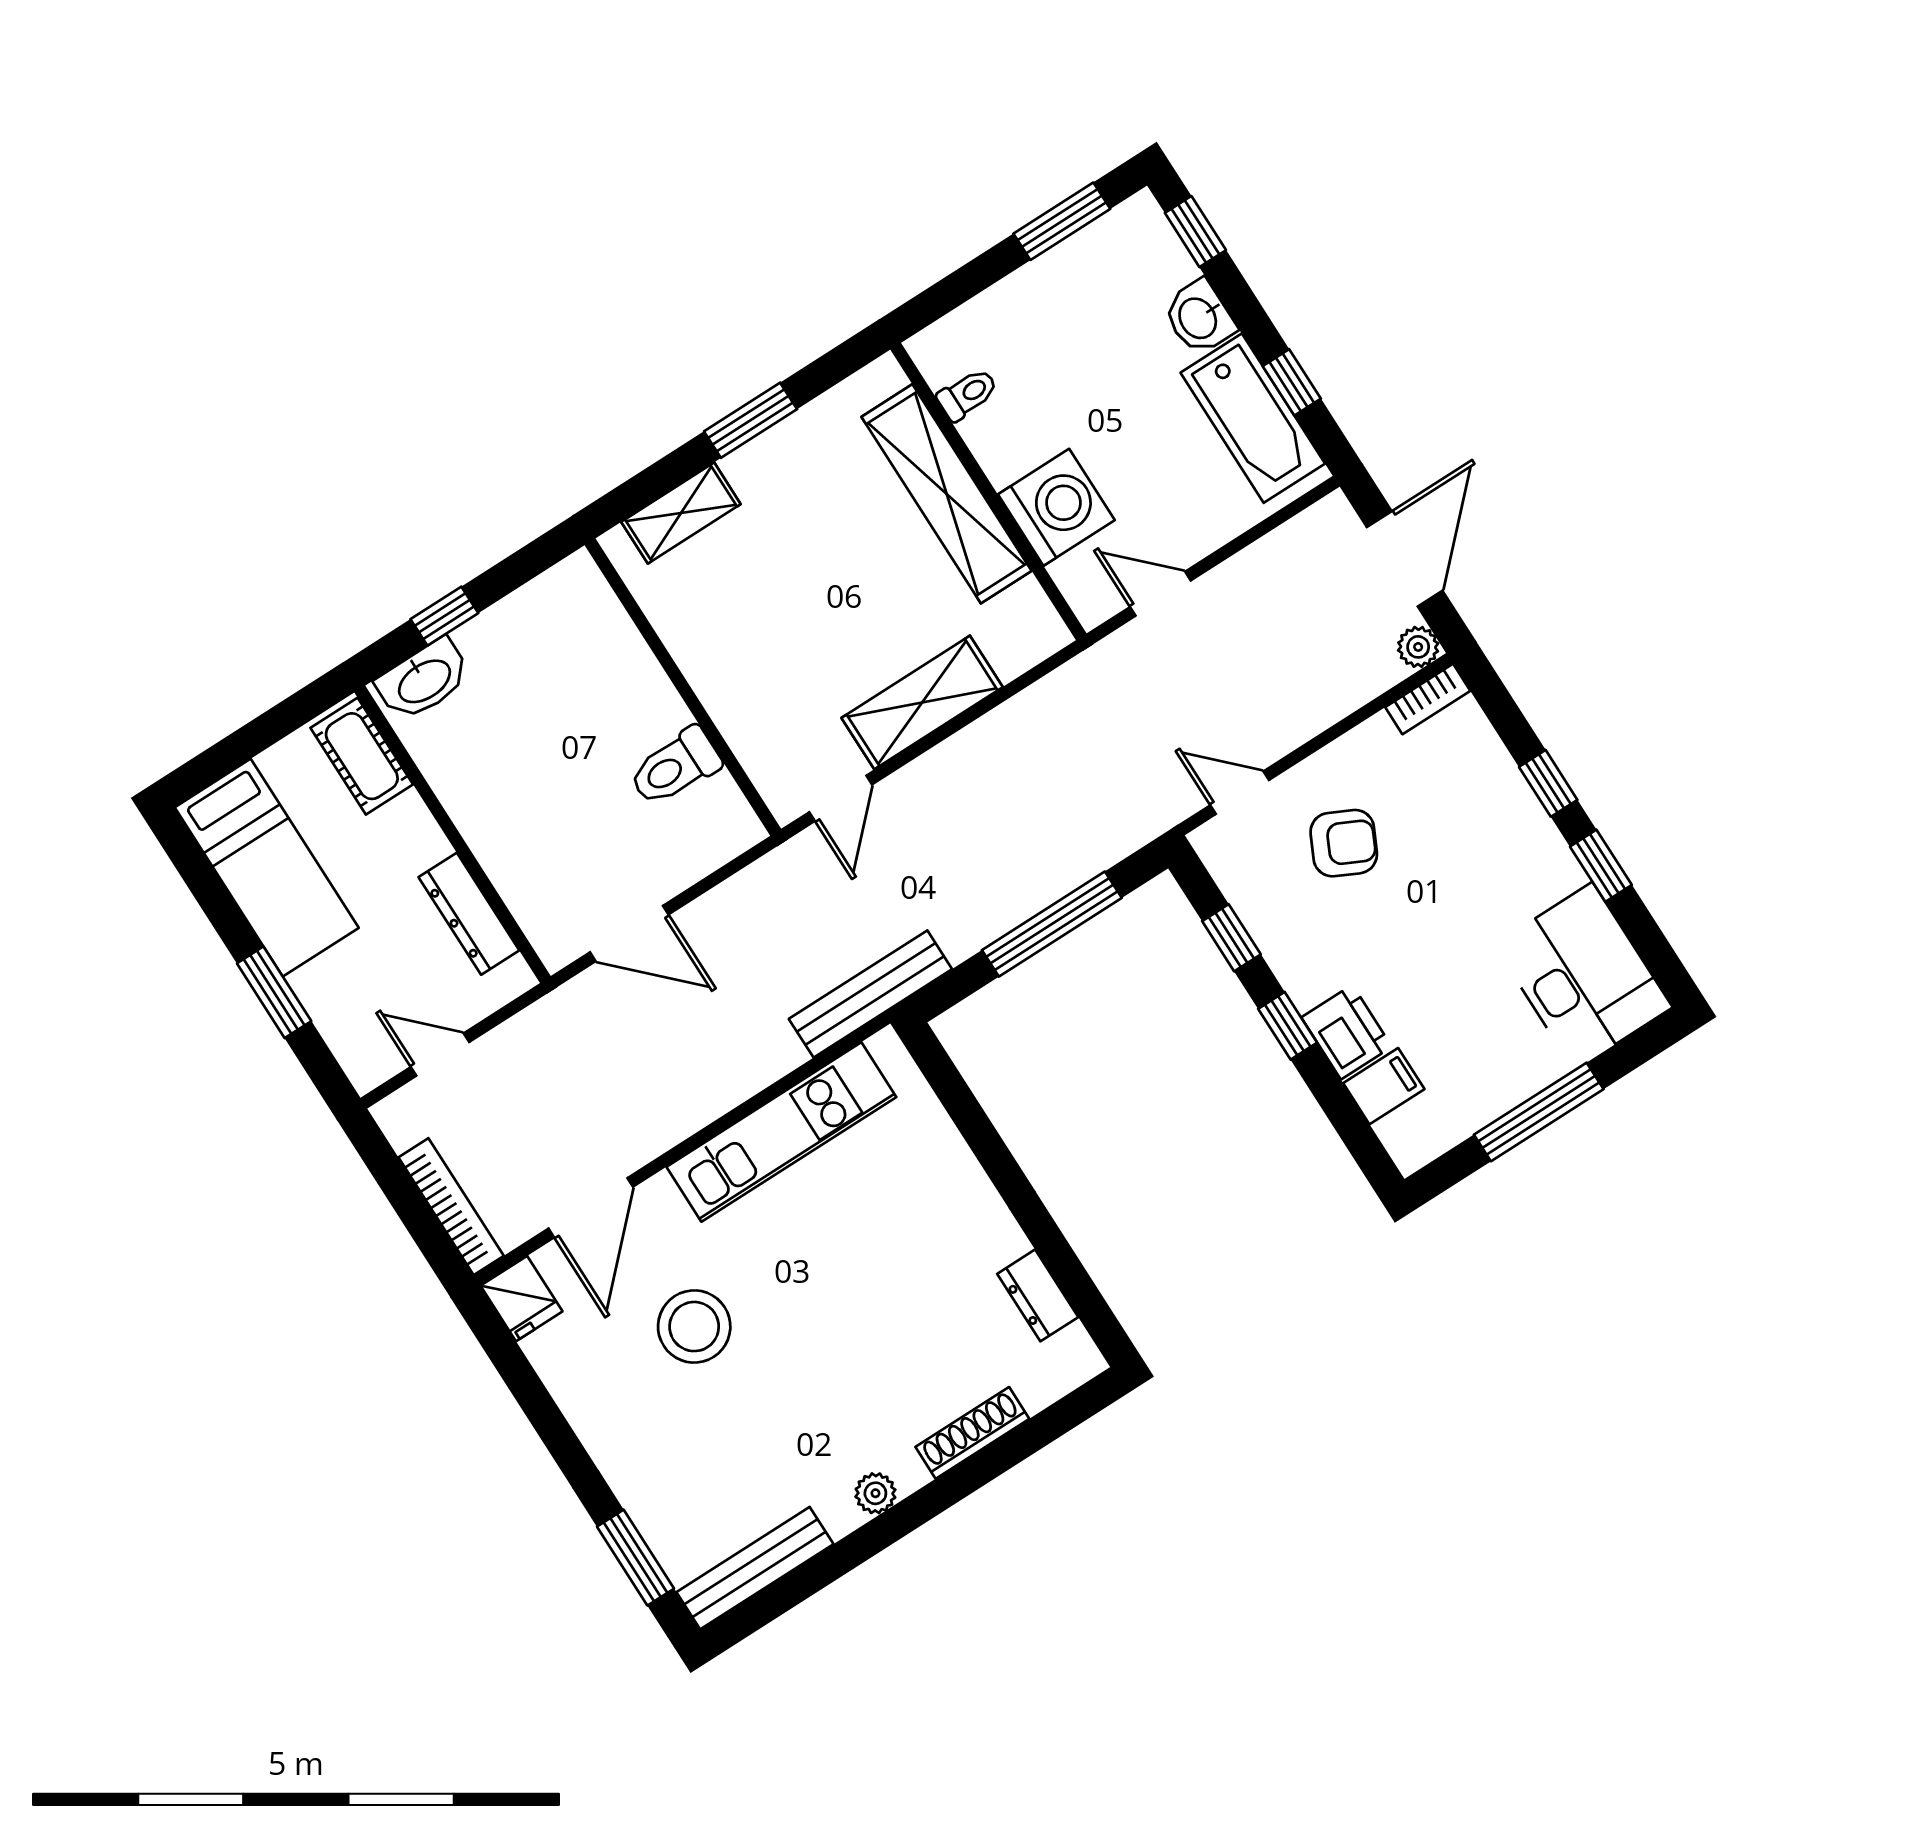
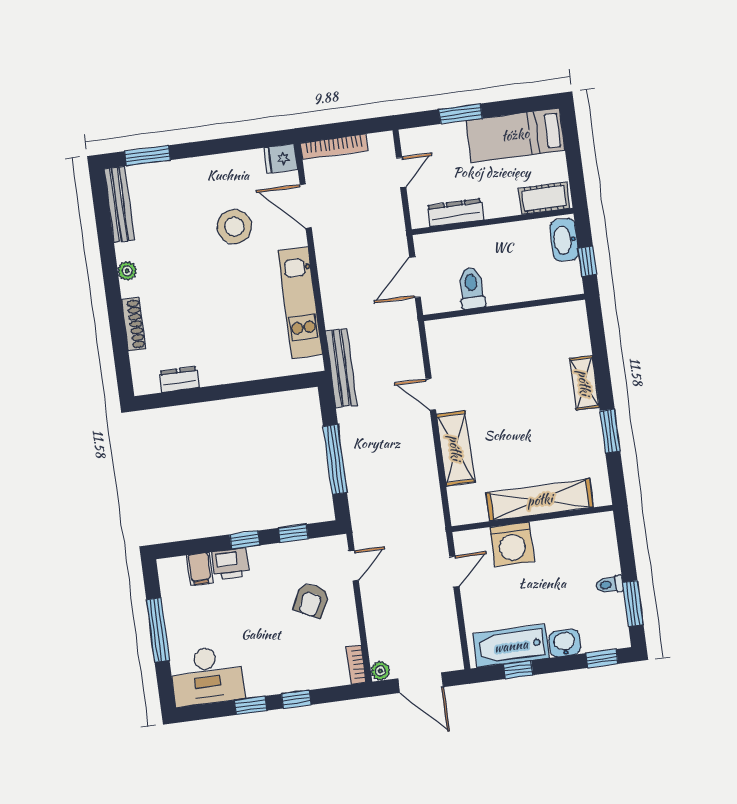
toilet: (968, 394) -> (609, 585), moved, turned 90
wall: (683, 687) -> (504, 307), moved
toilet: (675, 767) -> (472, 288), moved

